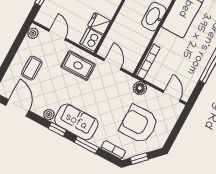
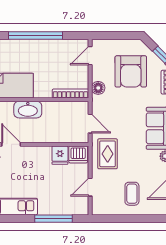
plant: (33, 33) -> (100, 209), removed
door: (112, 64) -> (90, 124), swing flipped
coffee table: (32, 68) -> (132, 194), turned 90

